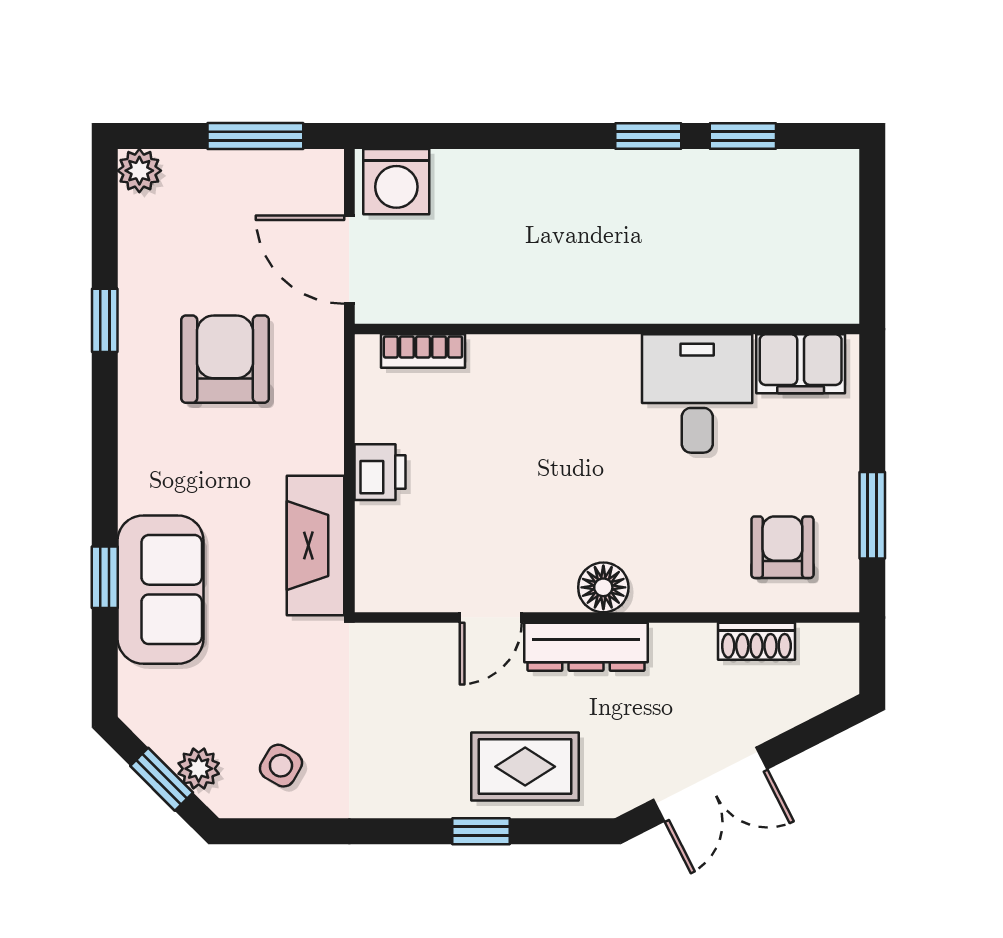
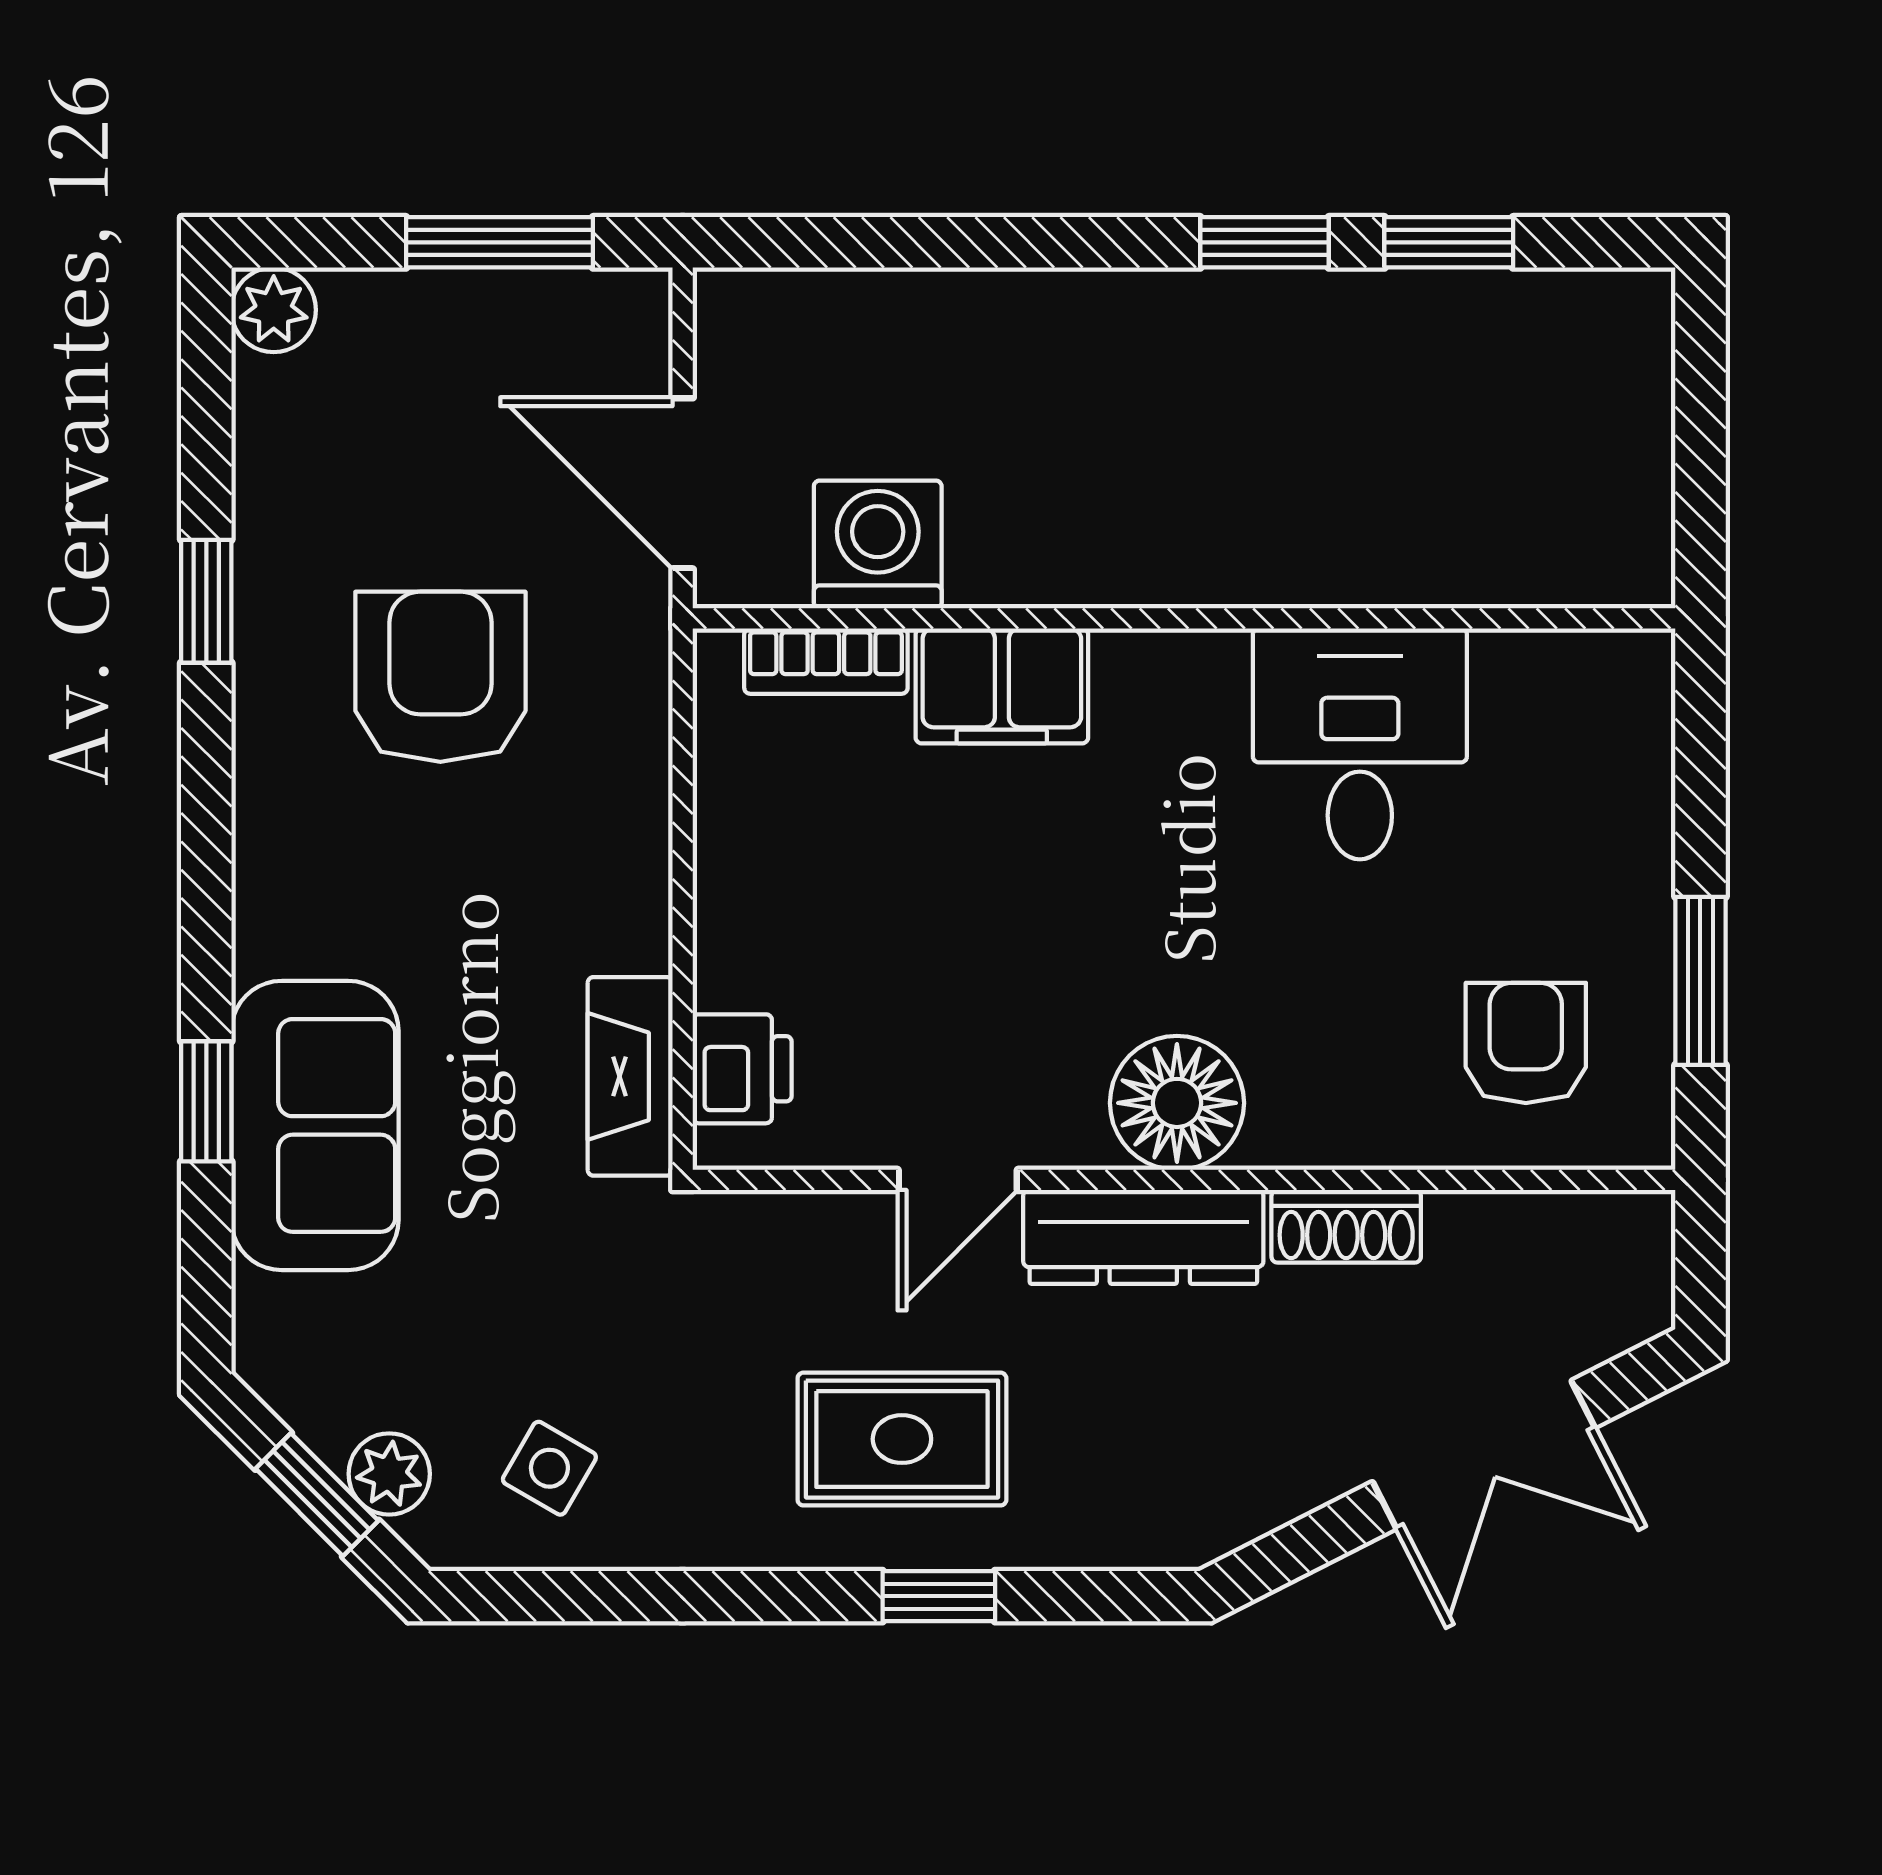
washing machine: (396, 182) -> (878, 544), moved, turned 180
filing cabinet: (801, 364) -> (1002, 686), moved
printer: (380, 472) -> (742, 1069), moved
fireplace: (315, 545) -> (630, 1076), width x0.73, depth x0.76
floor lamp: (603, 587) -> (1177, 1103), width x1.38, depth x1.38
shoe rack: (756, 641) -> (1346, 1226), moved
rug: (525, 767) -> (902, 1439), moved
double door: (710, 784) -> (1484, 1455), moved

